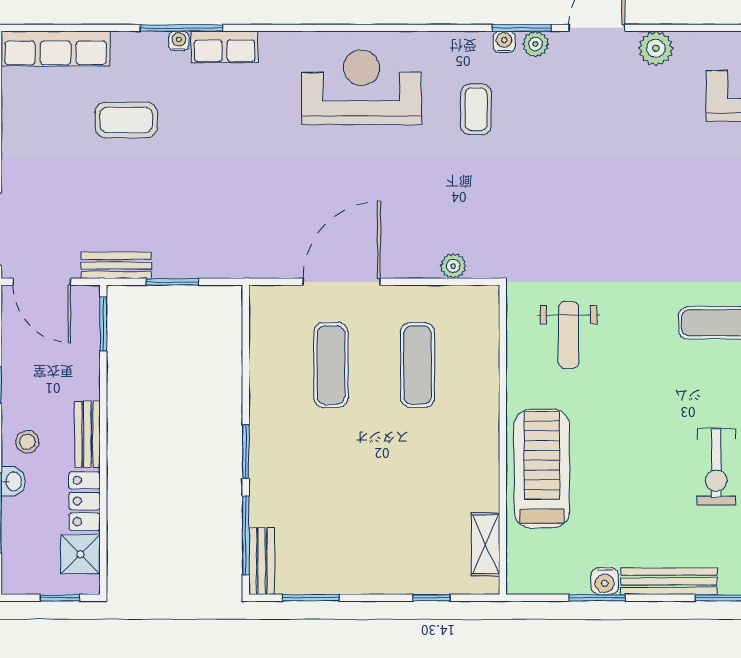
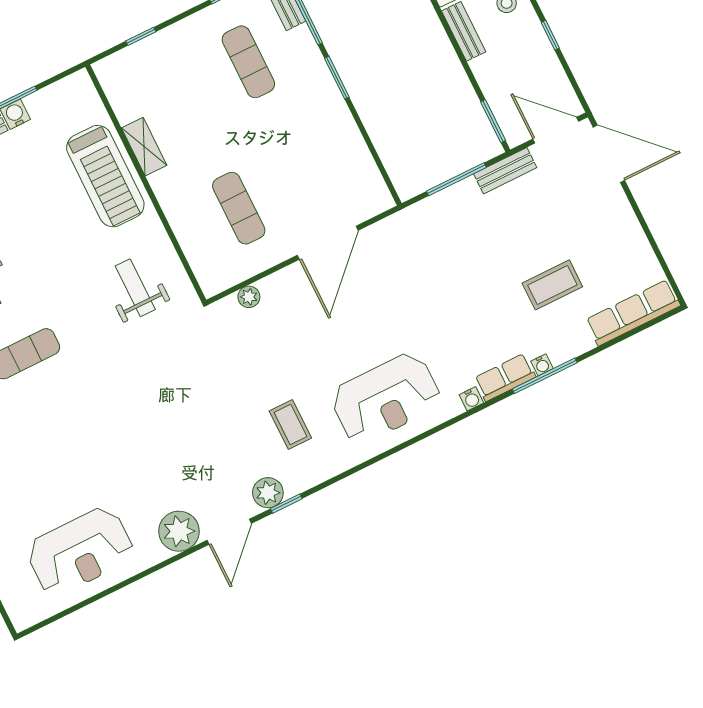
window: (522, 28) -> (286, 504), width x0.67
water cooler: (504, 42) -> (471, 399), moved
plant: (535, 44) -> (268, 493), width x1.38, depth x1.38
plant: (656, 48) -> (179, 531), width x1.36, depth x1.36
window: (172, 282) -> (456, 179), width x1.44
exercise mat: (331, 365) -> (248, 62), moved
shelving: (485, 544) -> (144, 147), moved

